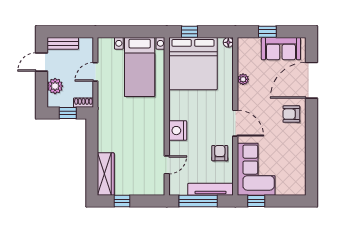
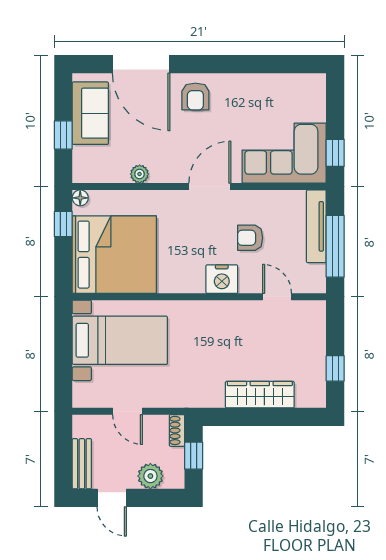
window: (190, 32) -> (63, 224), moved
armchair: (220, 153) -> (250, 238), moved
wardrobe: (106, 174) -> (260, 395), moved

